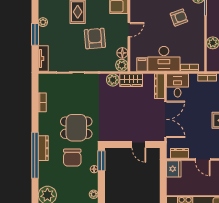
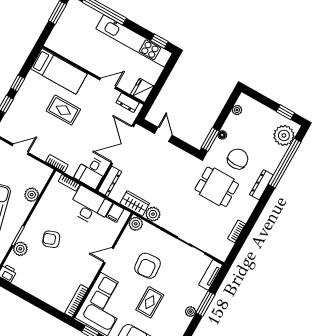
floor lamp: (122, 53) -> (128, 236), removed
window: (35, 155) -> (285, 163), moved
door: (203, 159) -> (108, 83), hinge flipped

